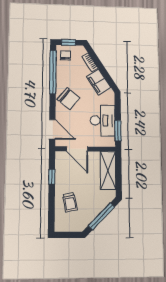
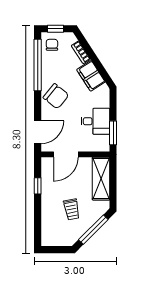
desk: (103, 121) -> (95, 121), width x0.73
door: (52, 129) -> (38, 132), hinge flipped
door: (77, 149) -> (66, 154), hinge flipped
trolley: (70, 202) -> (72, 209), moved

